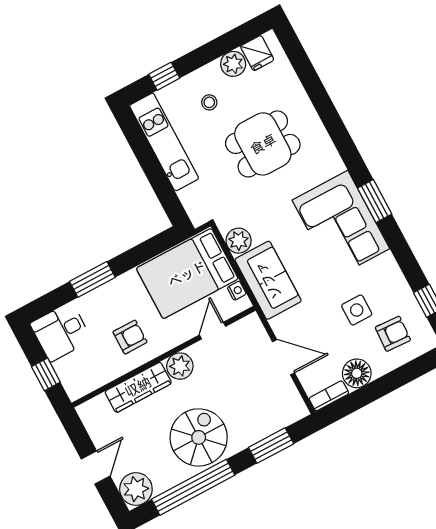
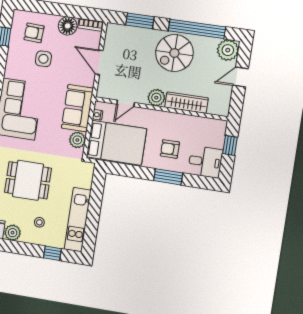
armchair: (130, 337) -> (170, 149), moved

